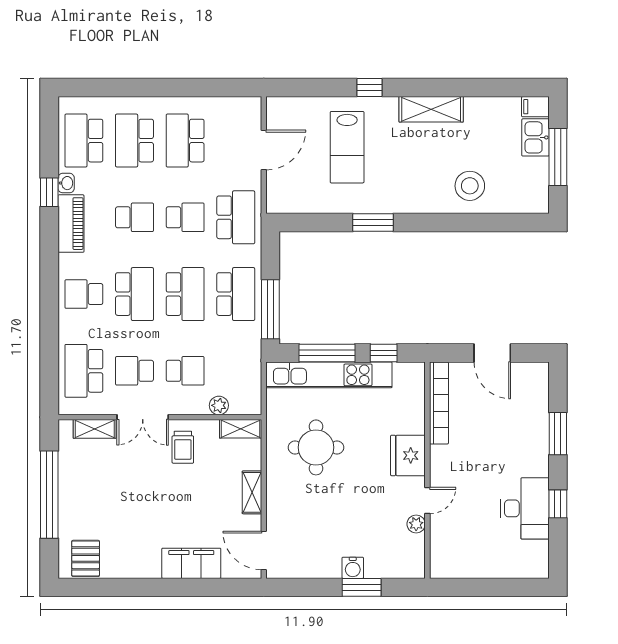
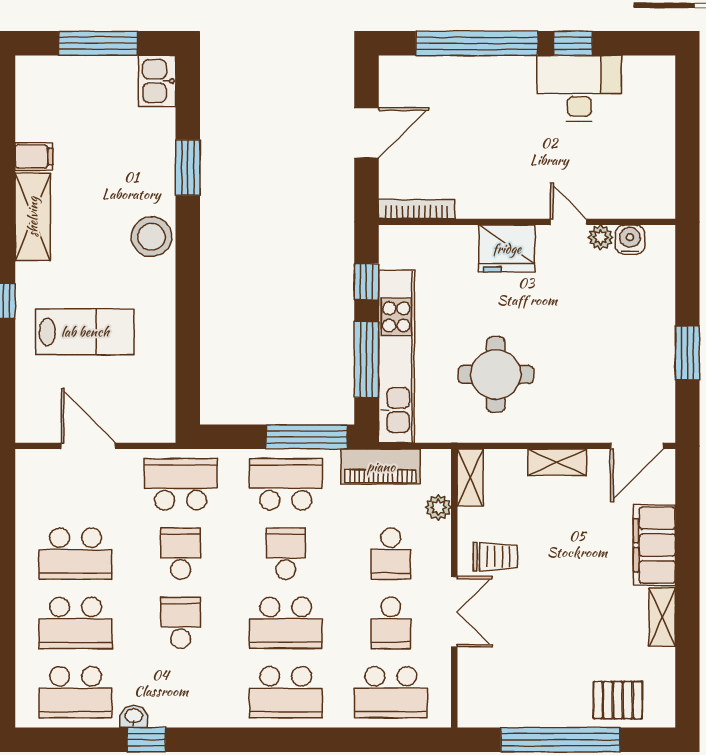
filing cabinet: (535, 107) -> (34, 156), moved, turned -90
kitchen sink: (535, 137) -> (157, 81), moved, turned 90
stool: (470, 186) -> (151, 237), moved
window: (373, 222) -> (188, 168), moved
piano: (71, 224) -> (381, 467), moved, turned 180
school desk: (84, 294) -> (286, 692), width x1.85
school desk: (134, 294) -> (286, 623), turned 180
school desk: (185, 294) -> (286, 554), width x0.54
school desk: (185, 371) -> (391, 554), turned 180
bookcase: (439, 403) -> (417, 209), width x0.68, depth x0.76
shelving: (95, 429) -> (662, 617), moved
window: (558, 434) -> (477, 43), width x2.11
pallet: (86, 558) -> (618, 700), moved
water cooler: (353, 568) -> (630, 240), moved, turned -90
window: (362, 587) -> (687, 353), moved

